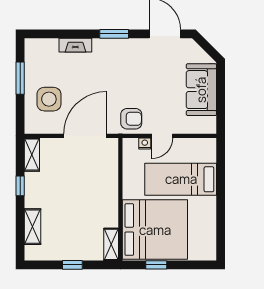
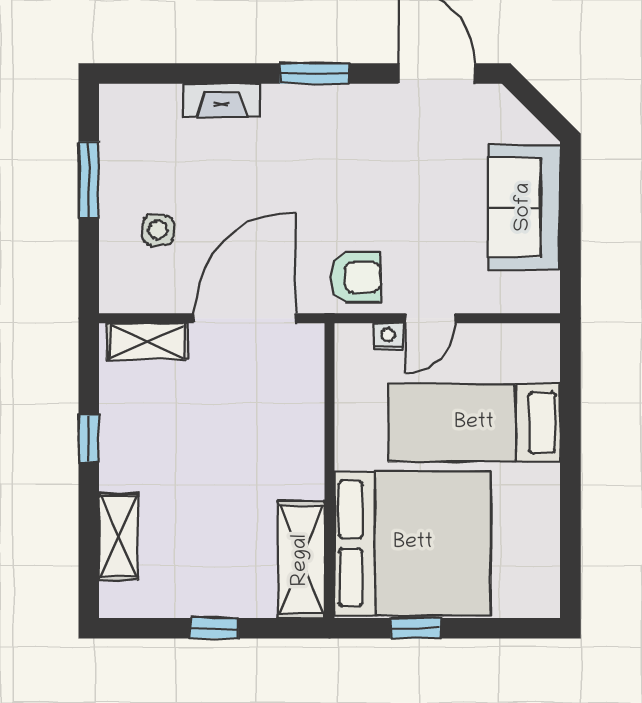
side table: (49, 99) -> (158, 230), width x0.54, depth x0.54
shelving: (32, 155) -> (147, 341), moved, turned 90
shelving: (111, 244) -> (301, 560), width x1.50, depth x1.33

